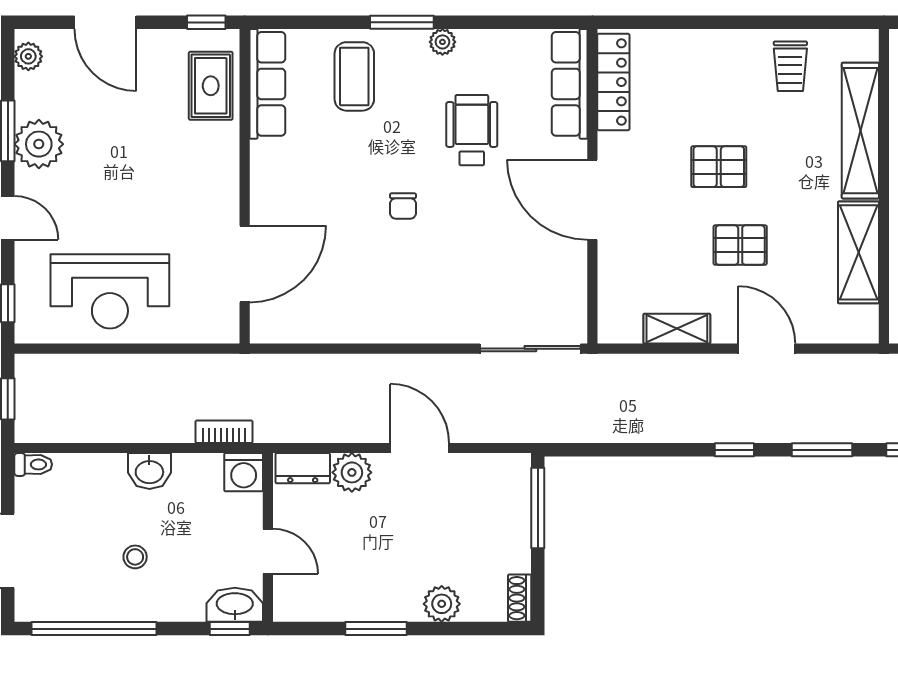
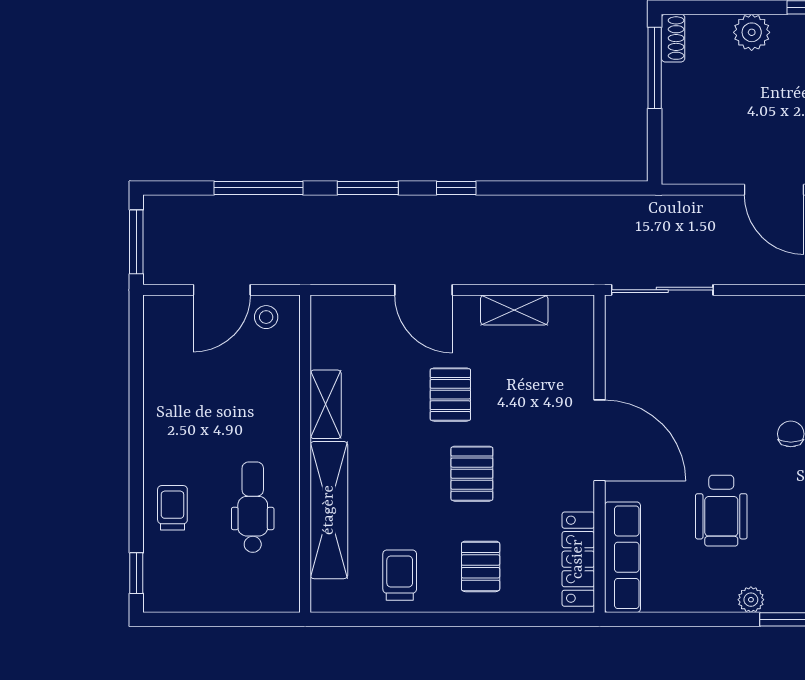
pallet: (710, 75) -> (481, 566), added
pallet: (719, 167) -> (472, 474), turned 90
pallet: (740, 245) -> (450, 395), turned 90
shelving: (859, 252) -> (326, 404), width x0.67, depth x0.75
window: (538, 508) -> (655, 68), moved

